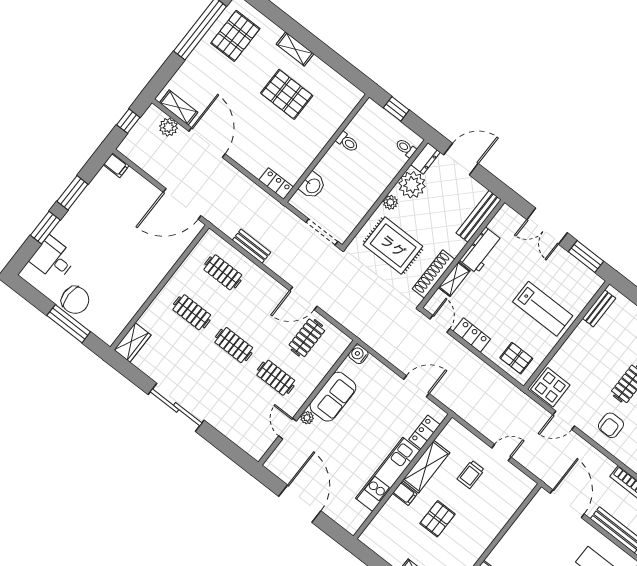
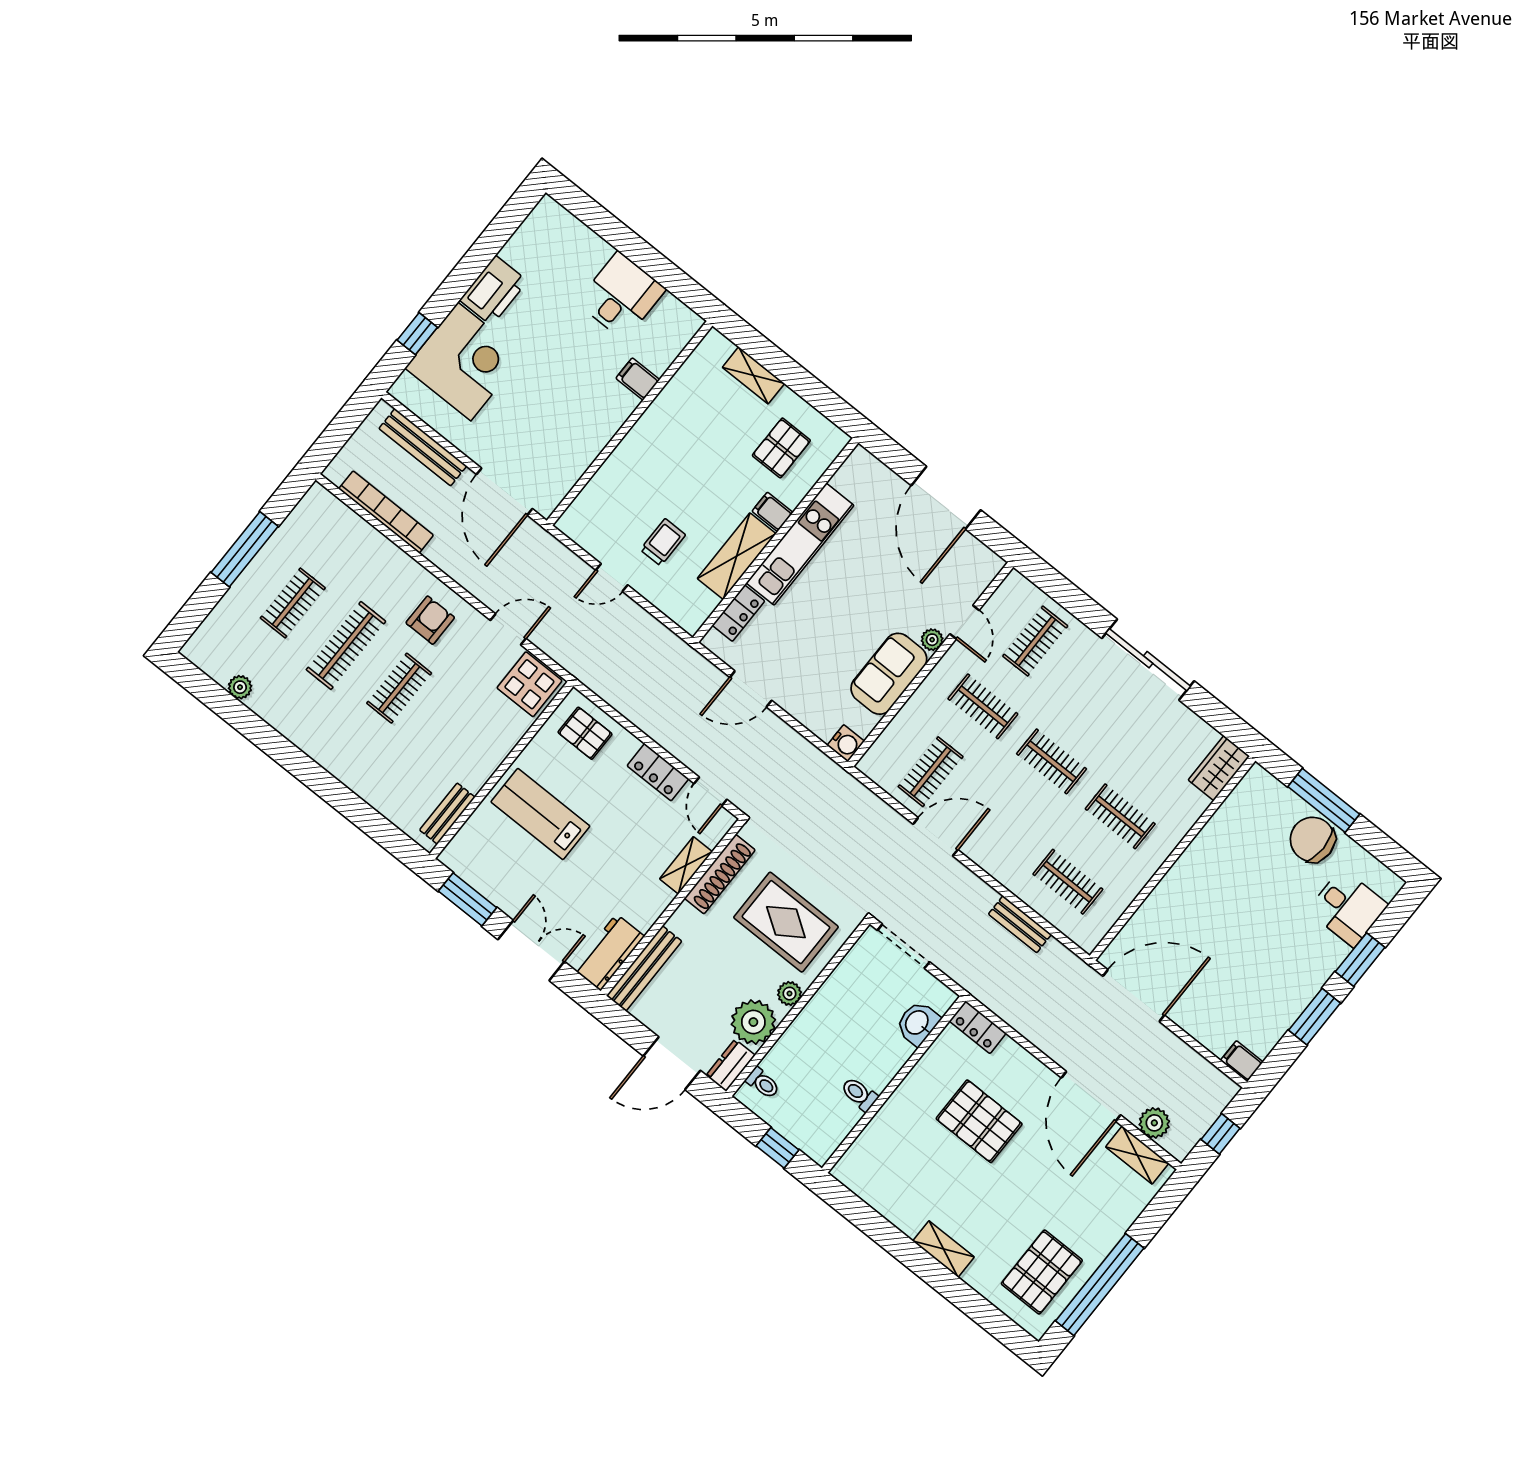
pallet: (287, 94) -> (979, 1121), moved
workbench: (481, 250) -> (609, 952), moved
clothes rail: (245, 418) -> (1035, 641), added
pallet: (437, 519) -> (781, 448), moved

